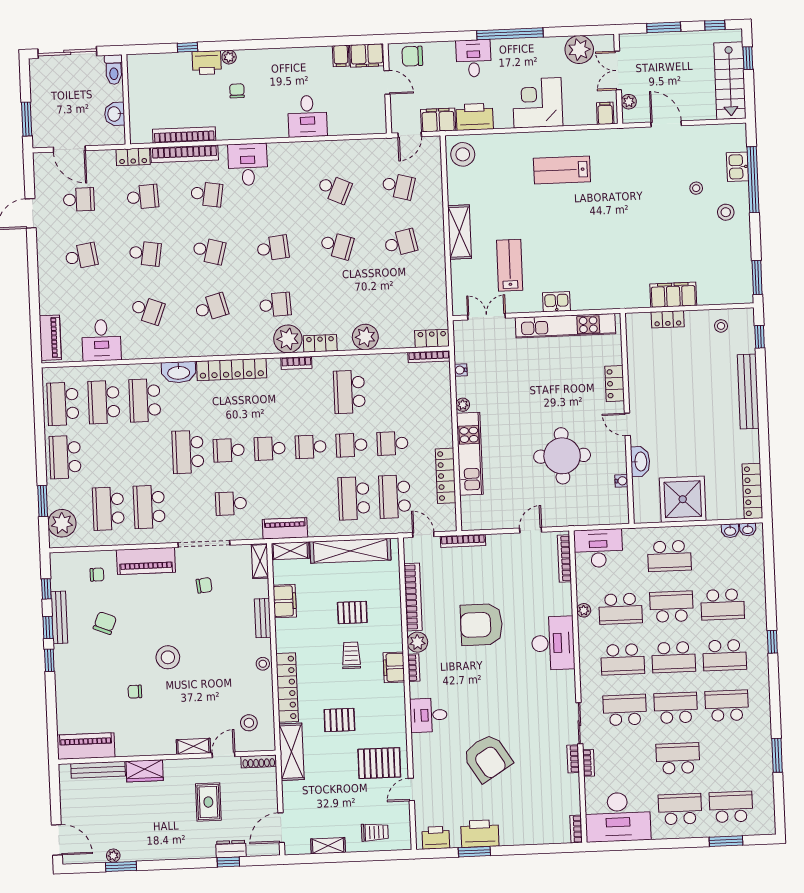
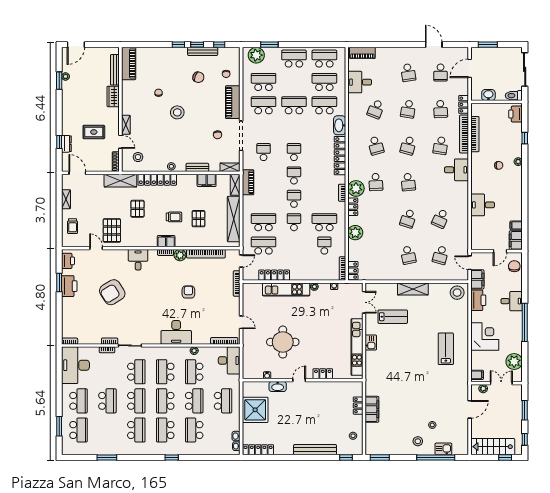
printer: (207, 63) -> (516, 114), moved
school desk: (392, 443) -> (324, 246), moved
school desk: (188, 452) -> (294, 105), moved
school desk: (669, 556) -> (223, 401), turned 180
armchair: (481, 625) -> (188, 292), width x0.53, depth x0.53

